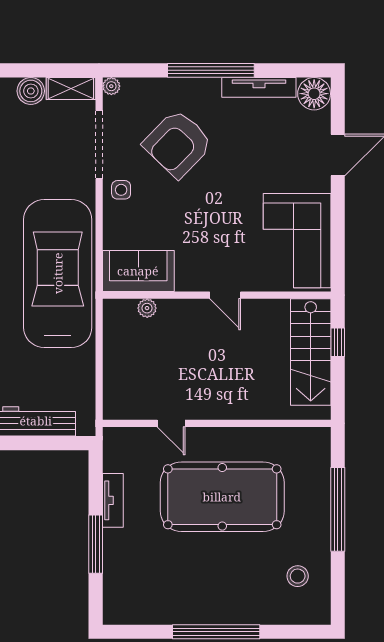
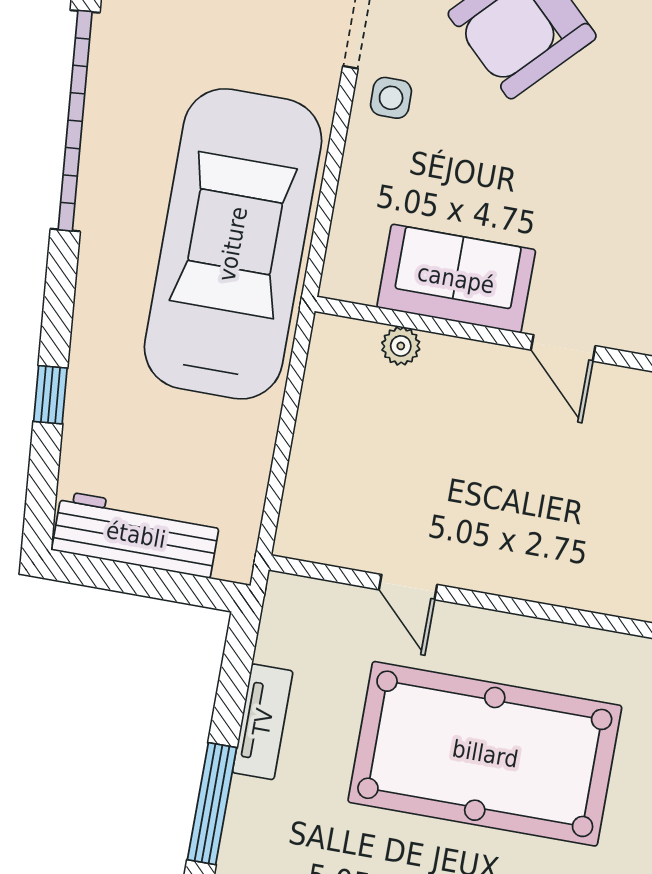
sofa: (138, 271) -> (456, 279), moved

